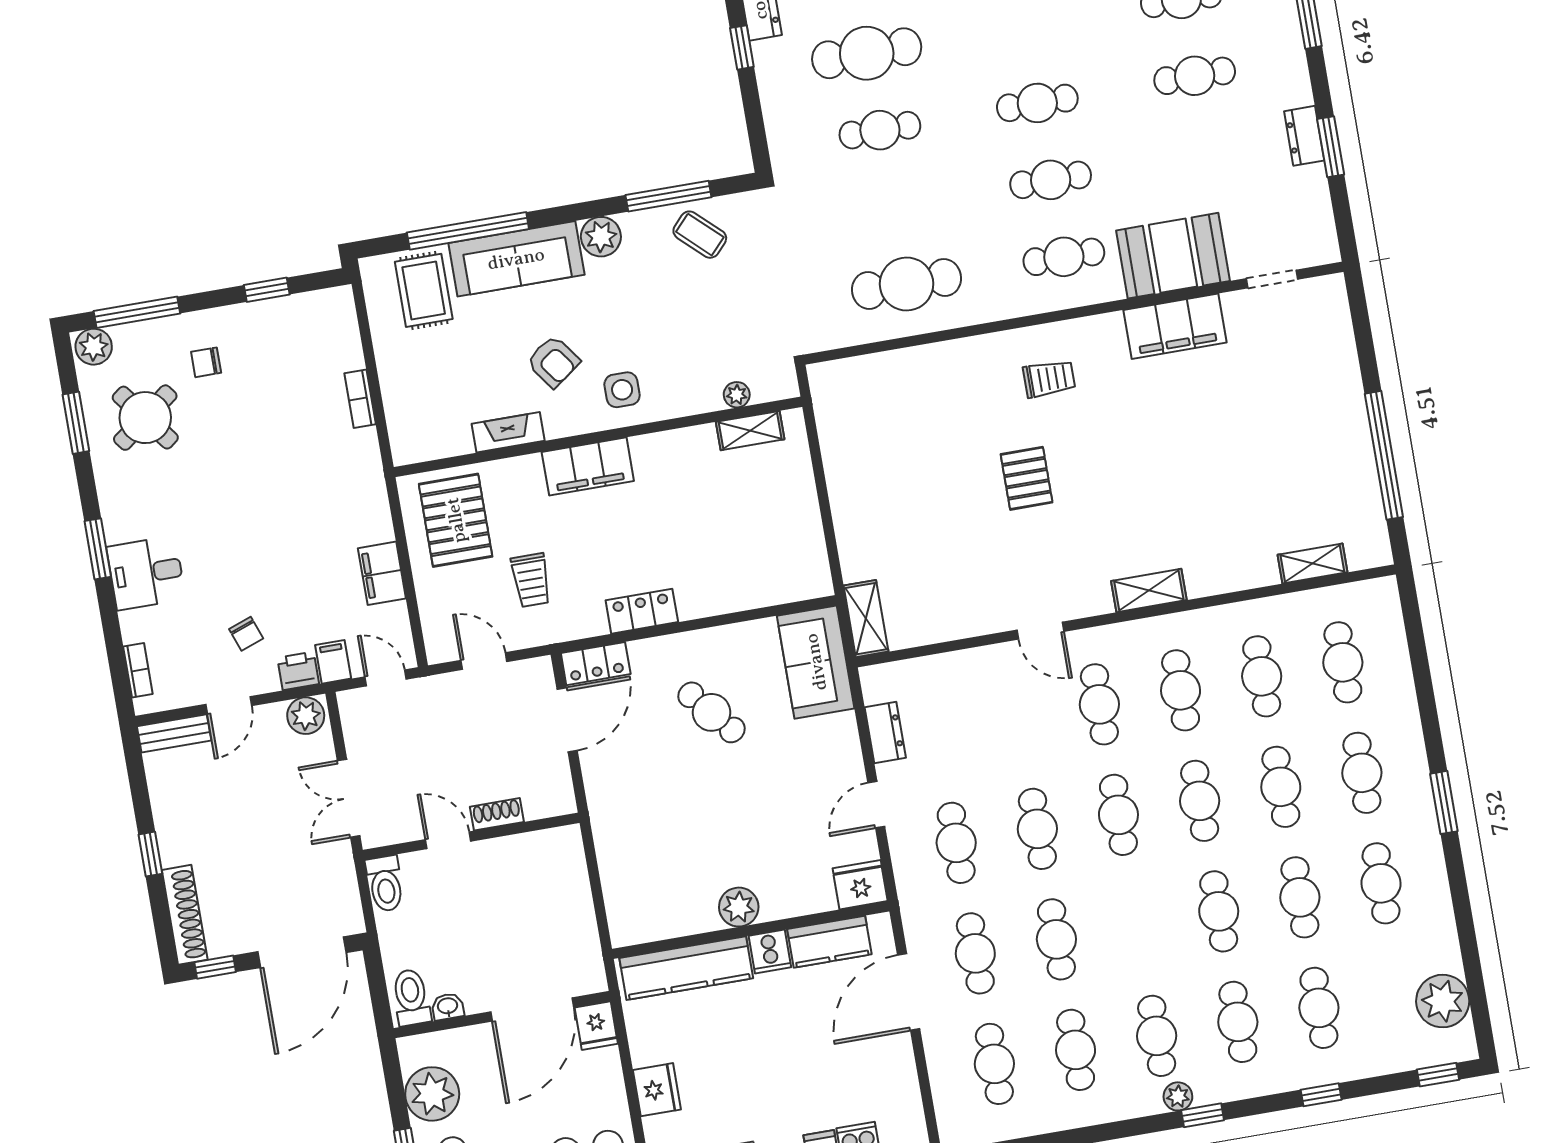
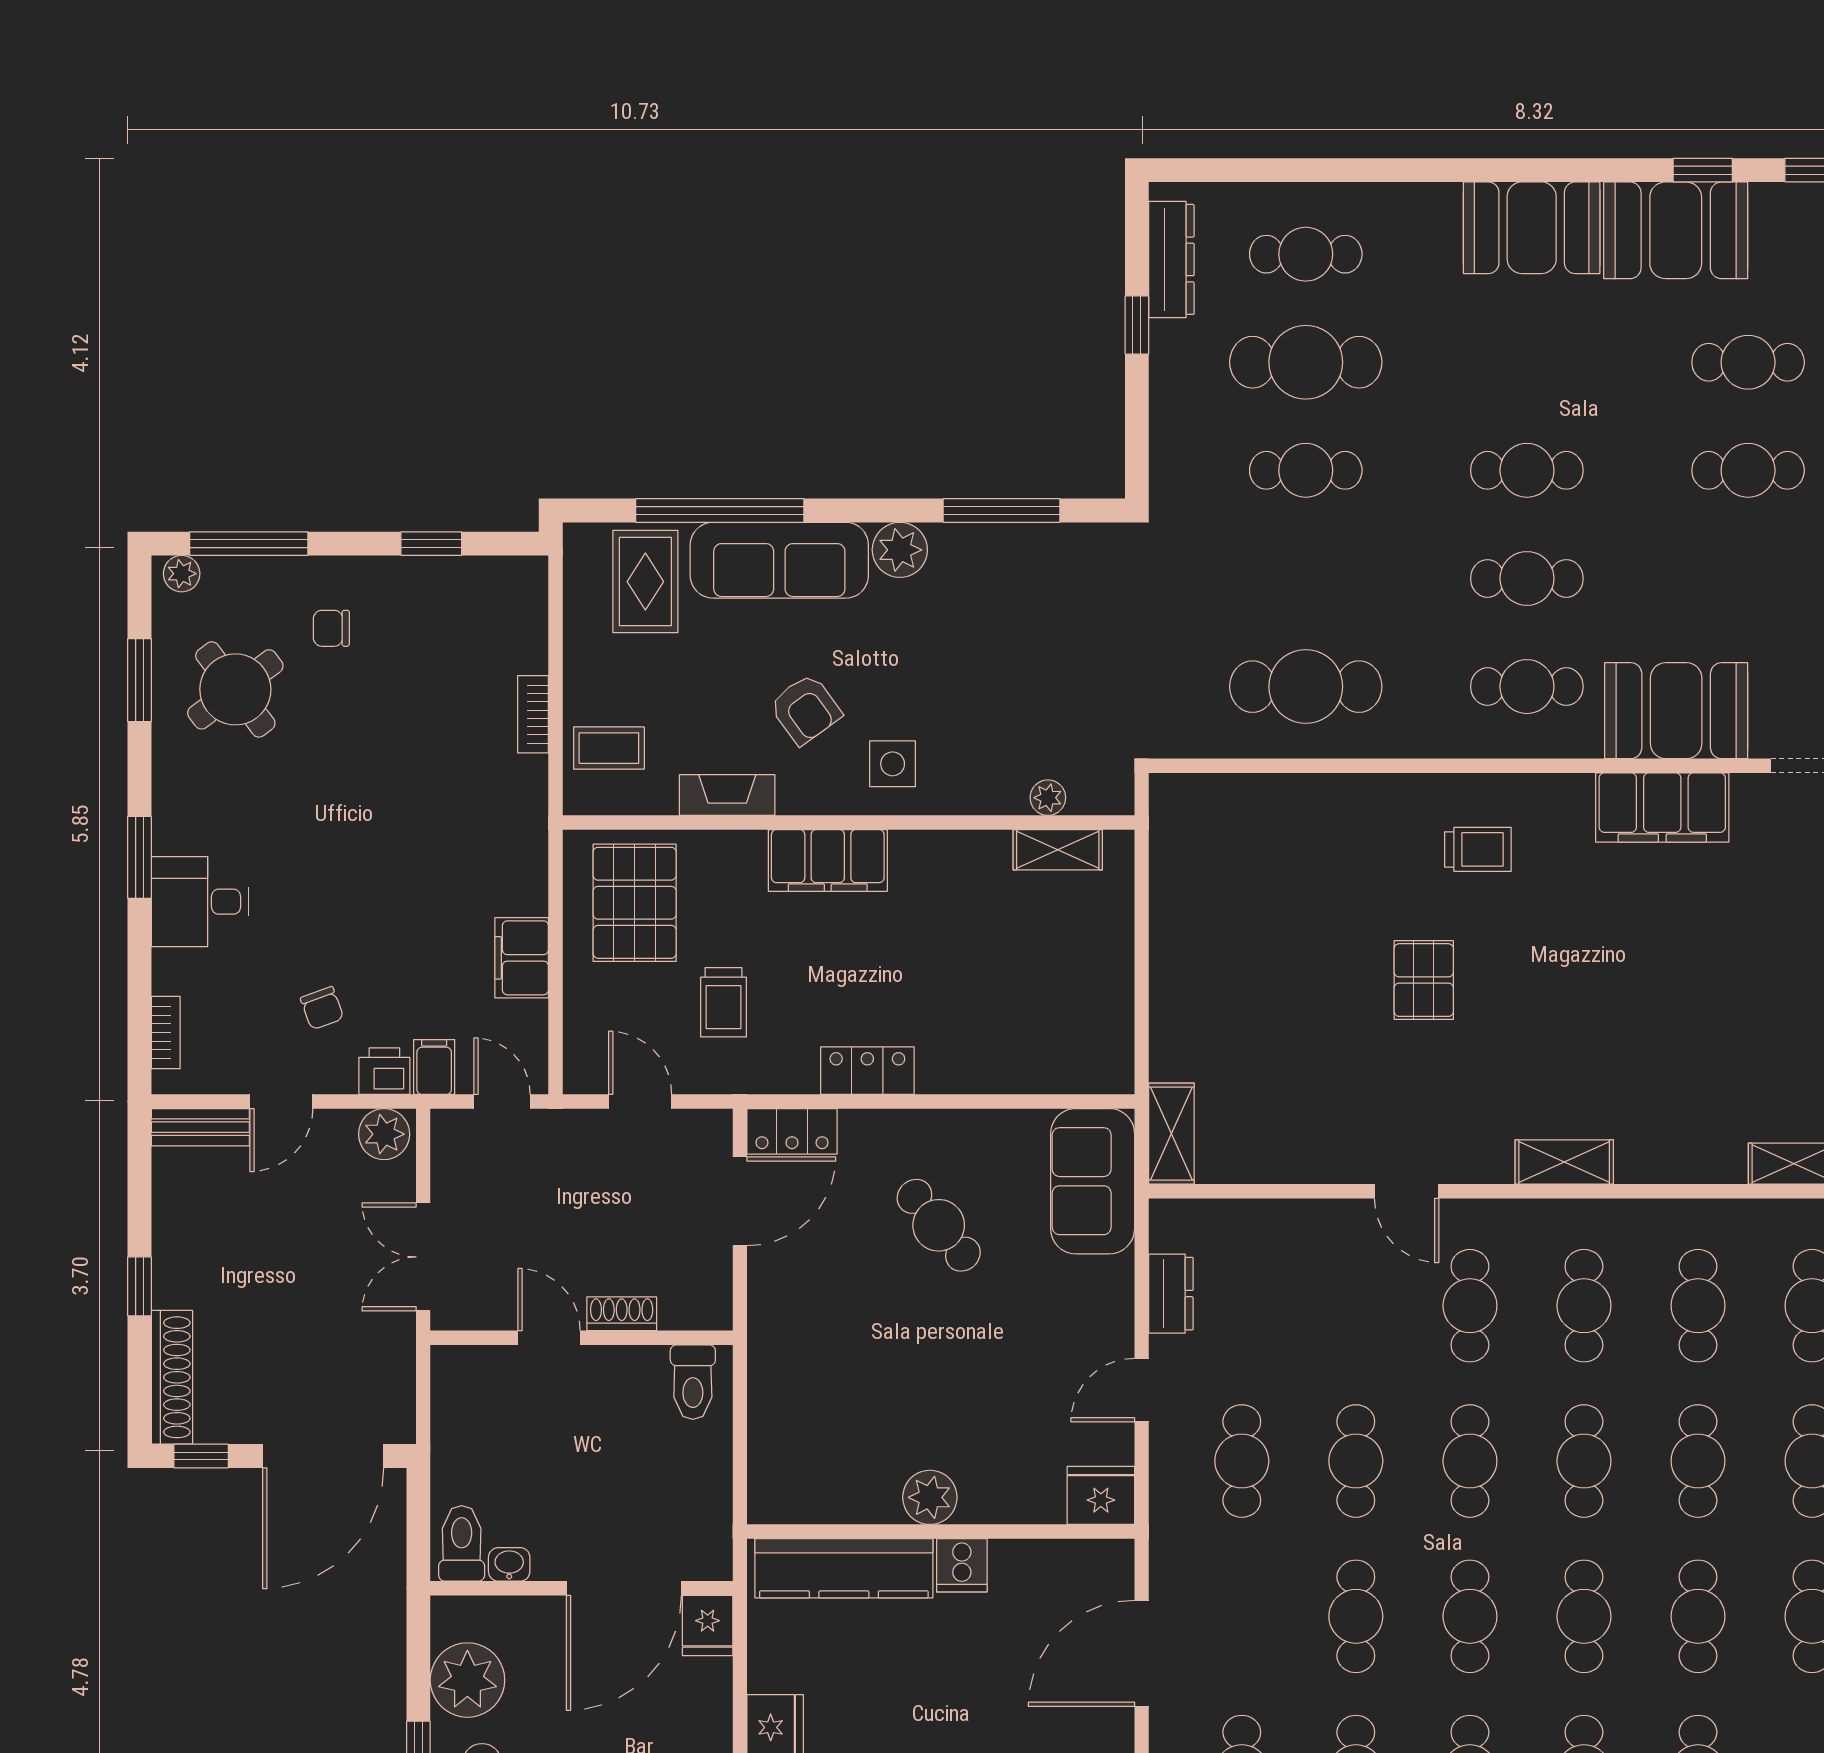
coffee table: (700, 235) -> (609, 748), moved, turned -43
plant: (94, 347) -> (182, 574), width x0.73, depth x0.73
toilet: (385, 884) -> (693, 1382), moved
kitchen counter: (829, 942) -> (1045, 1566), removed
cafe table: (975, 953) -> (1470, 1616), moved

